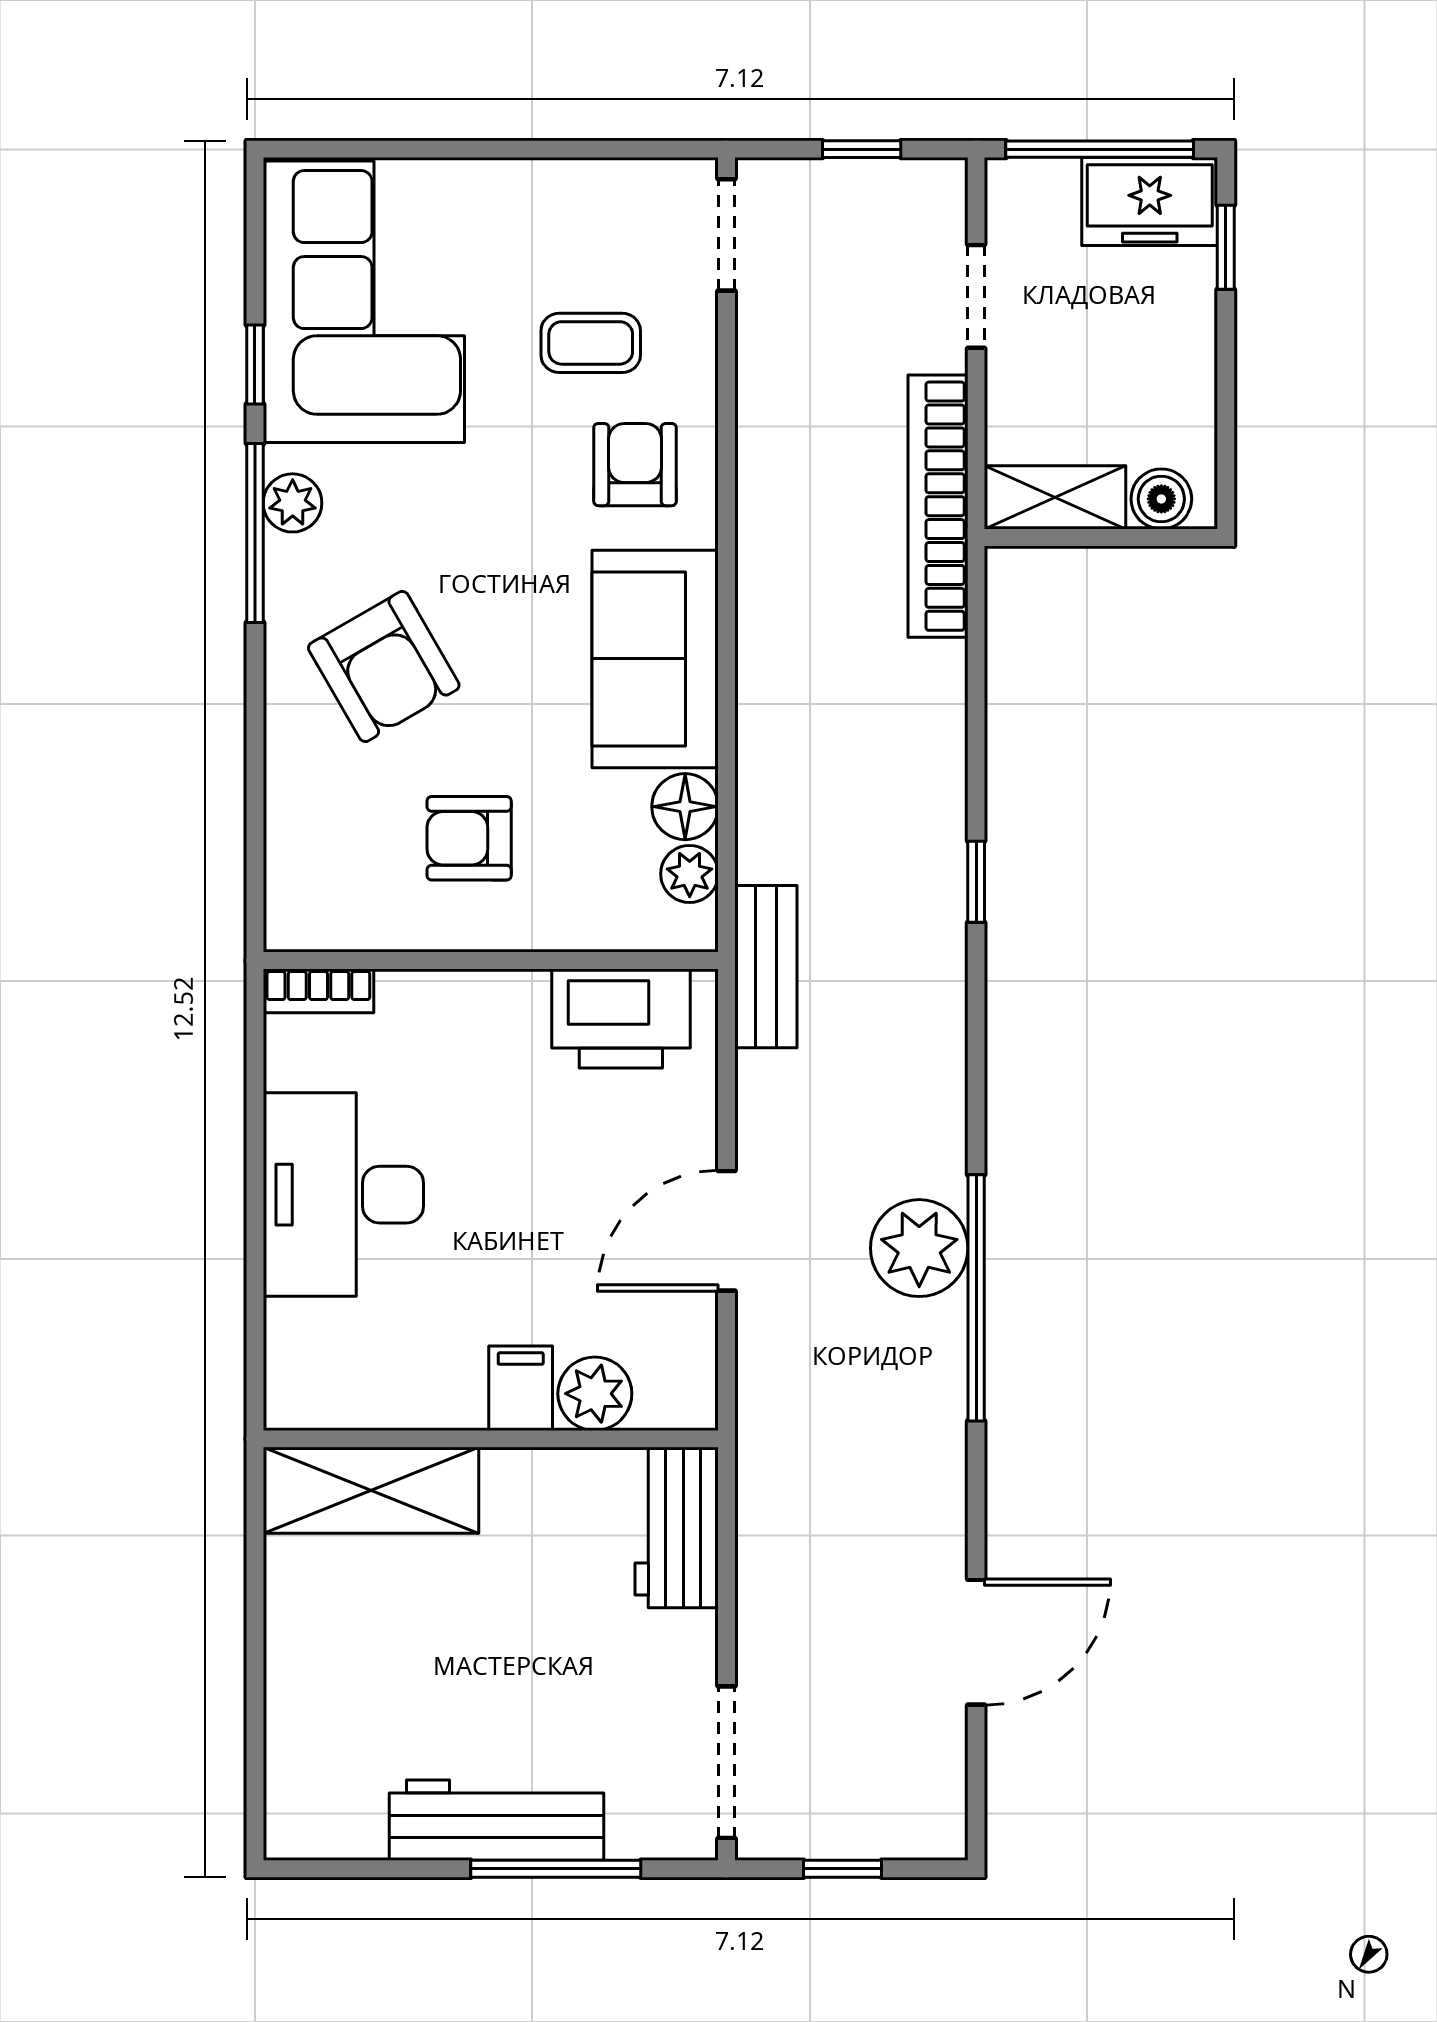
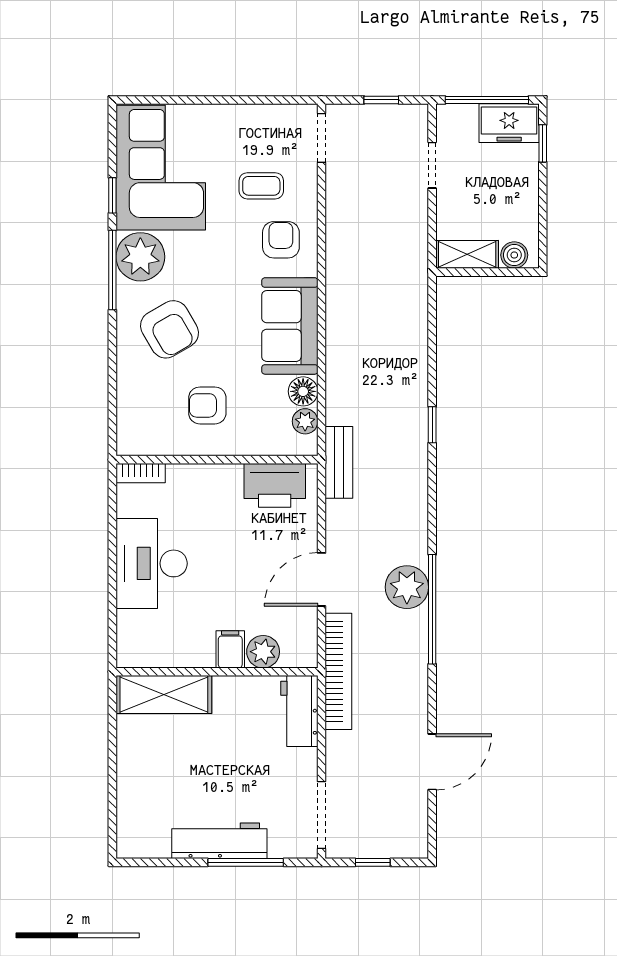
plant: (293, 503) -> (140, 257), width x1.88, depth x1.88
bookcase: (938, 506) -> (338, 671), moved, turned 180

